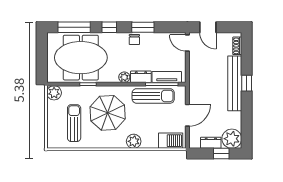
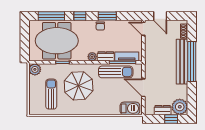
window: (247, 83) -> (192, 61), width x3.17
door: (187, 115) -> (143, 88), swing flipped
plant: (134, 141) -> (100, 109), removed

